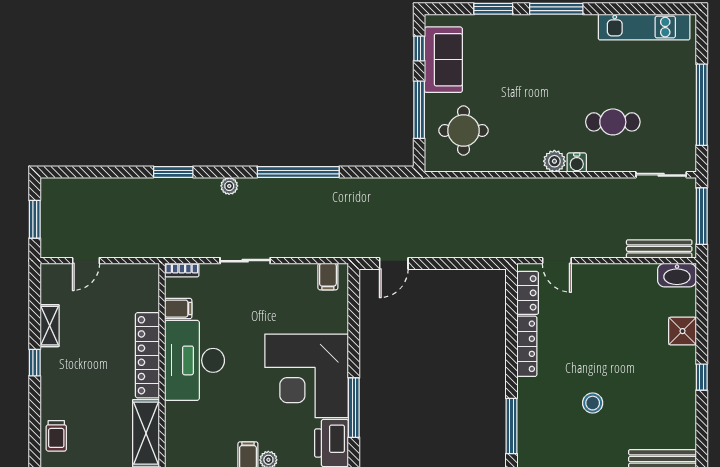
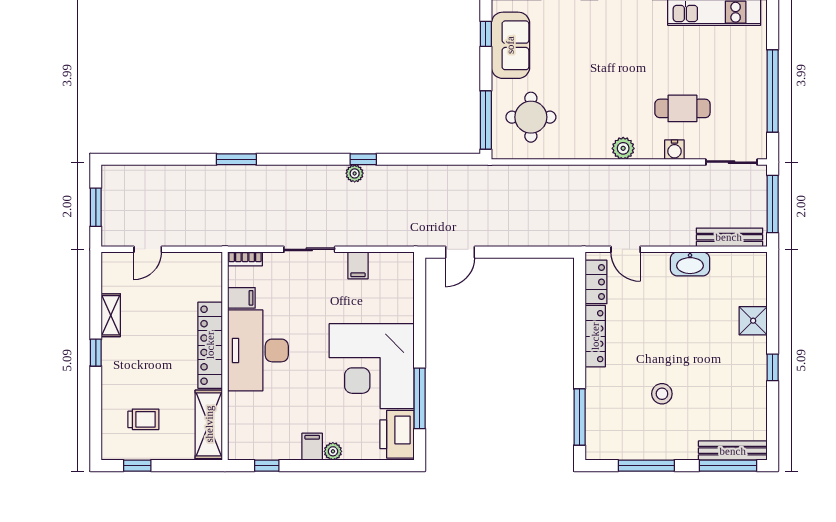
window: (419, 110) -> (486, 120), moved
water cooler: (577, 163) -> (674, 150), moved
window: (298, 172) -> (363, 159), width x0.32
plant: (229, 186) -> (355, 173), moved
washbasin: (677, 275) -> (690, 264), moved
filing cabinet: (328, 277) -> (358, 265), moved
trolley: (56, 436) -> (143, 419), moved, turned -90

